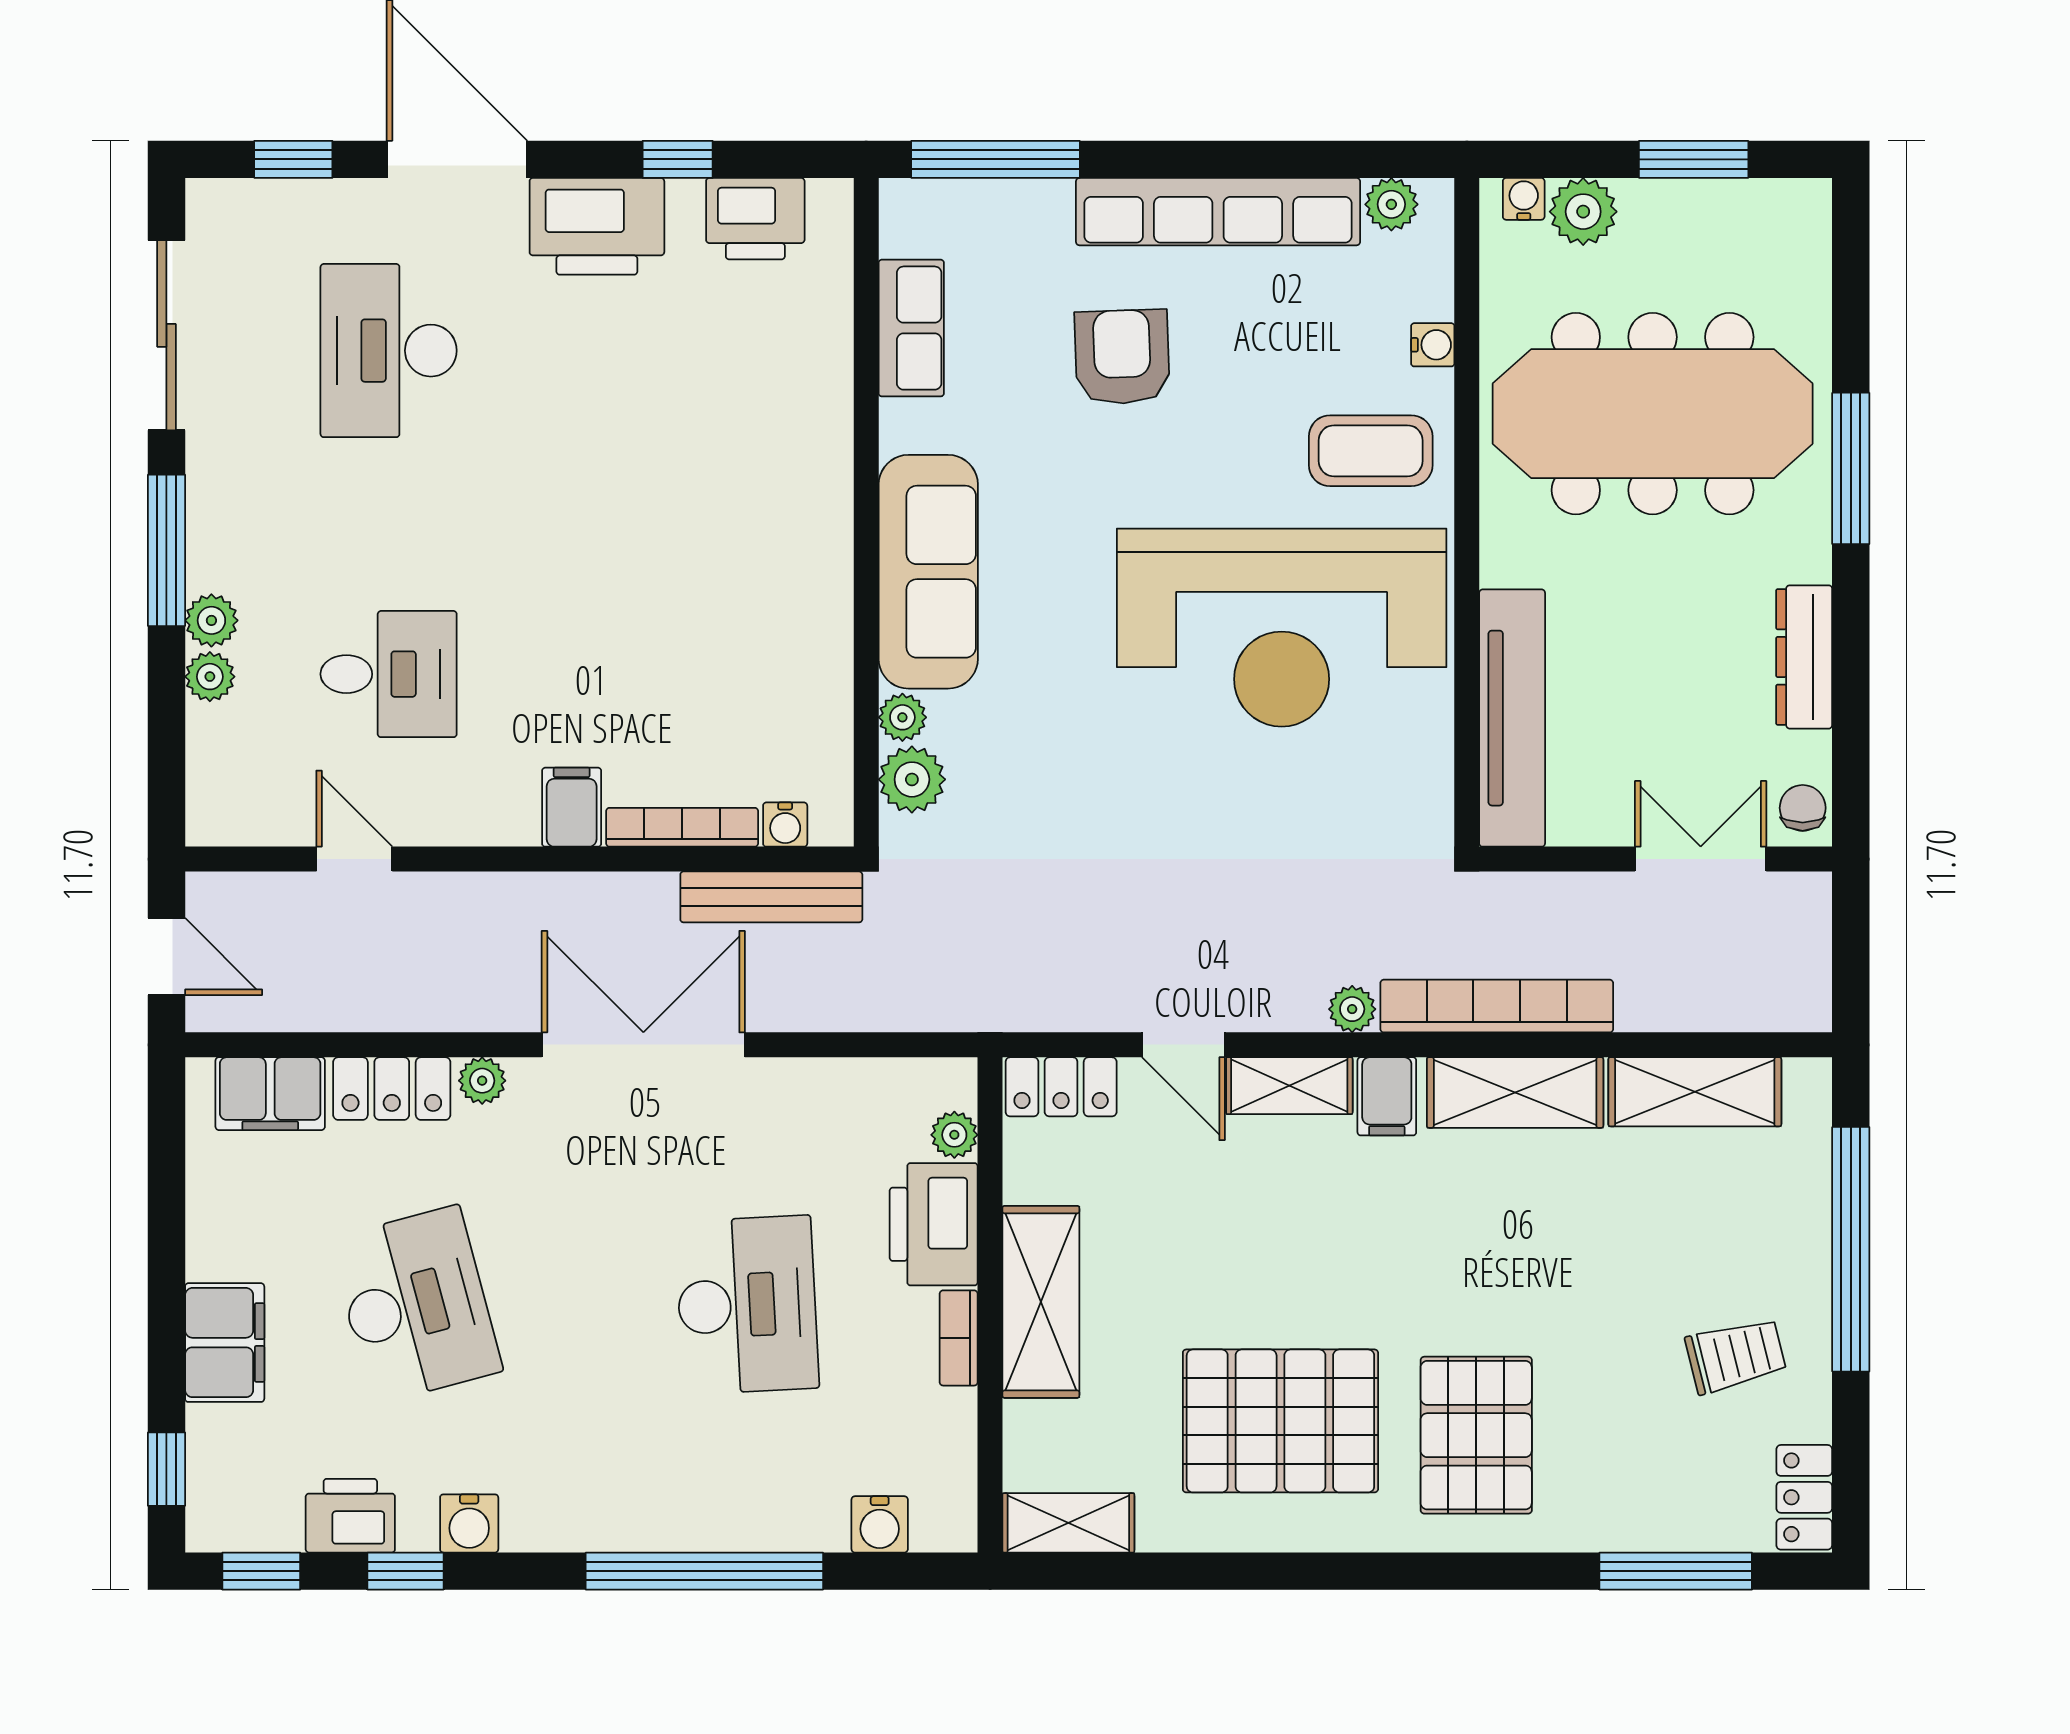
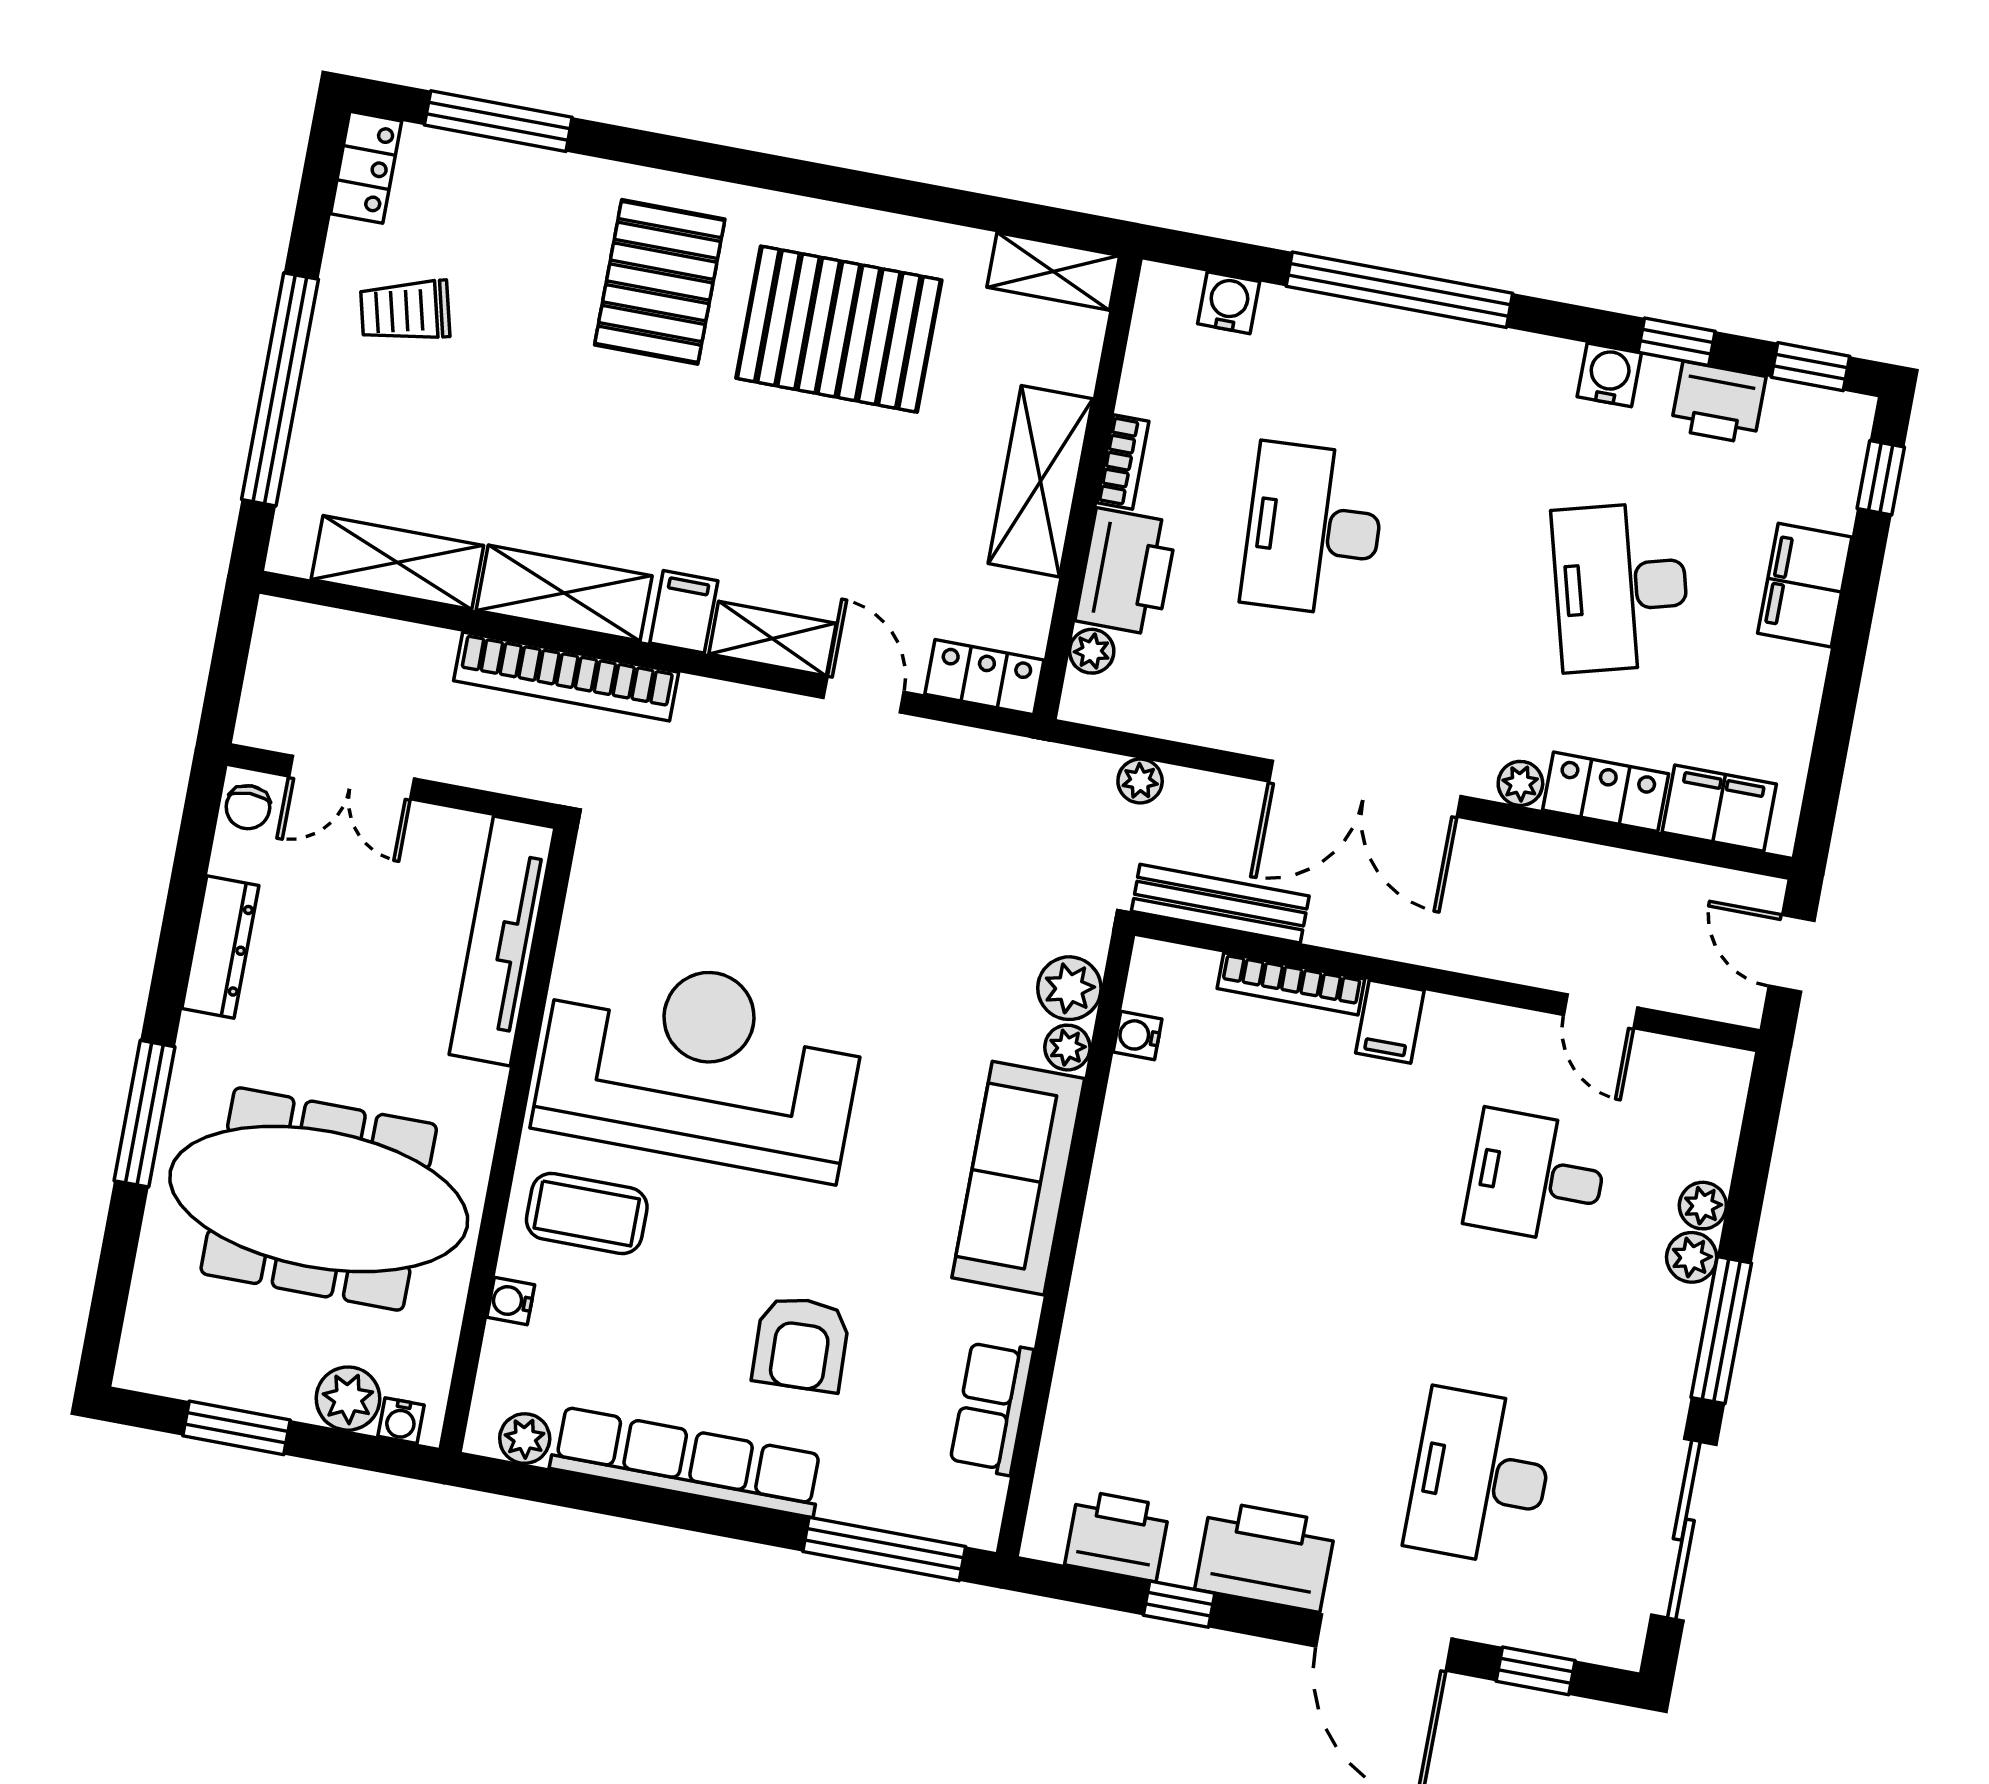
desk: (389, 351) -> (1480, 1477), turned 180
water cooler: (785, 825) -> (1138, 1036), moved, turned -90
plant: (1352, 1009) -> (1140, 781), moved

